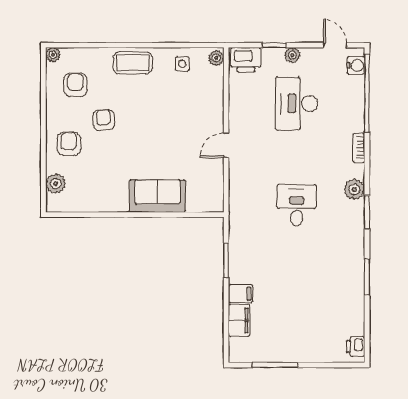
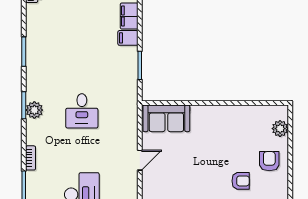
armchair: (104, 120) -> (241, 181), turned -85
armchair: (69, 144) -> (269, 161), turned 180
plant: (354, 189) -> (34, 110), moved
sofa: (157, 196) -> (166, 118), moved

